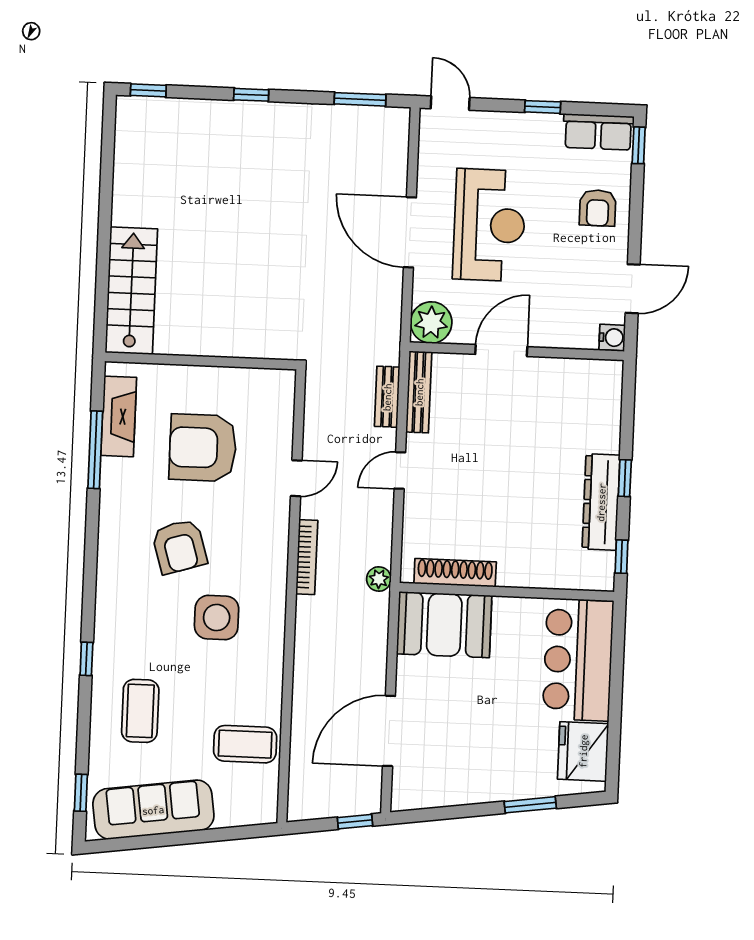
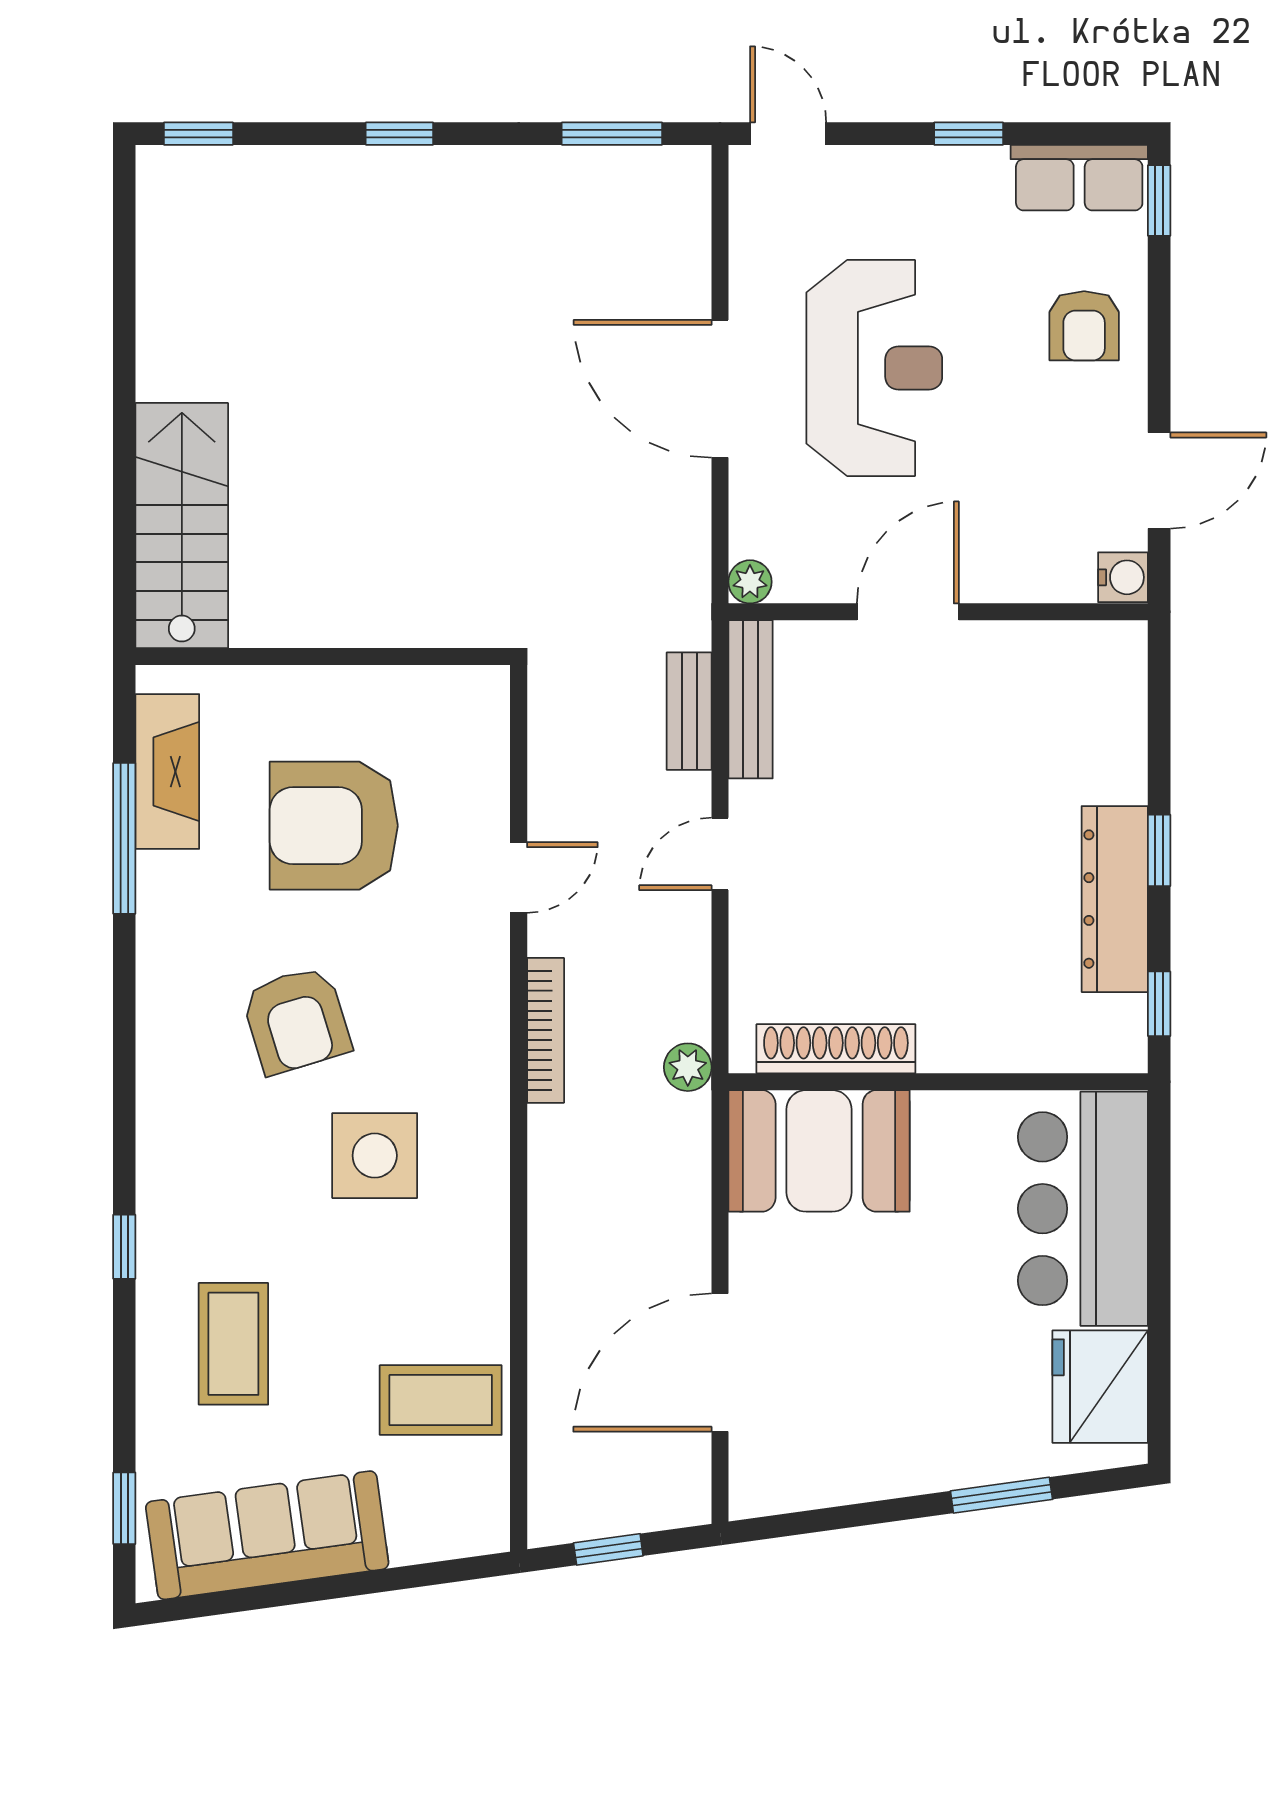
plant: (431, 323) -> (750, 582), width x0.53, depth x0.53
window: (355, 822) -> (608, 1549), moved

